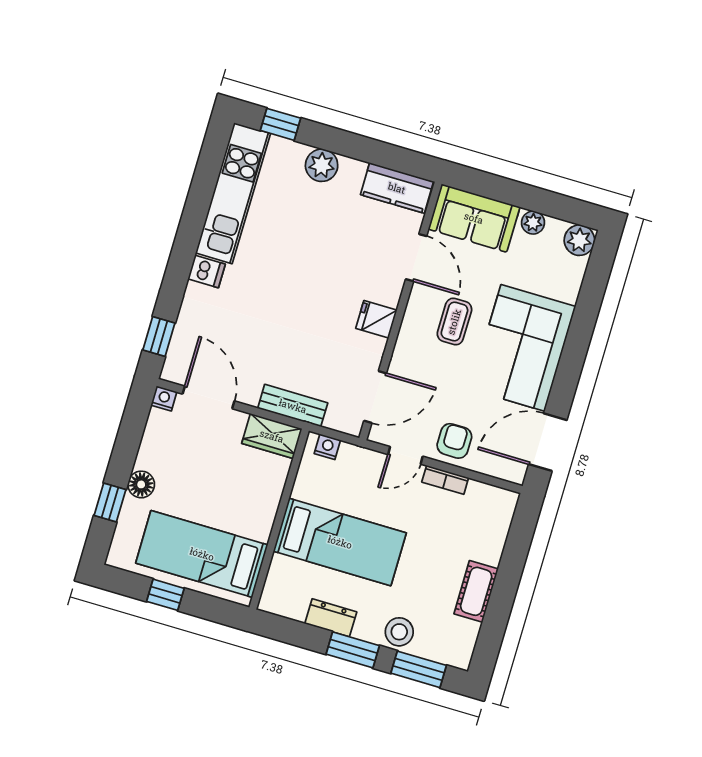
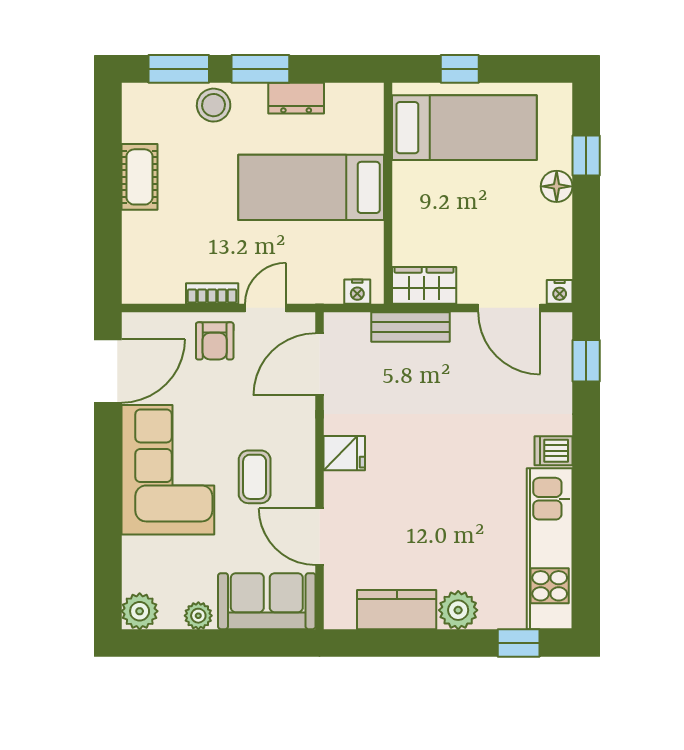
kitchen counter: (397, 188) -> (397, 610), moved
window: (165, 595) -> (460, 69), moved

